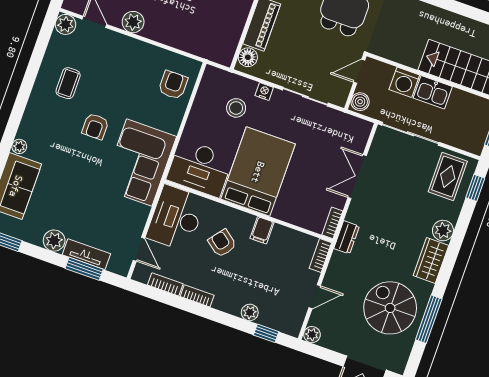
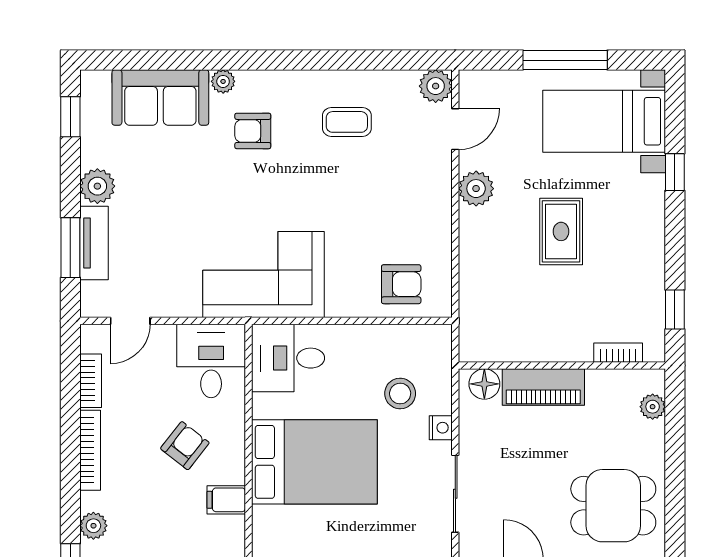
armchair: (95, 126) -> (253, 131), moved
desk: (200, 168) -> (288, 358), width x0.73
desk: (176, 218) -> (211, 361), width x0.73
bookcase: (197, 296) -> (90, 450), width x1.56

